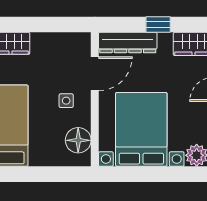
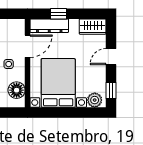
window: (158, 24) -> (58, 14), moved

